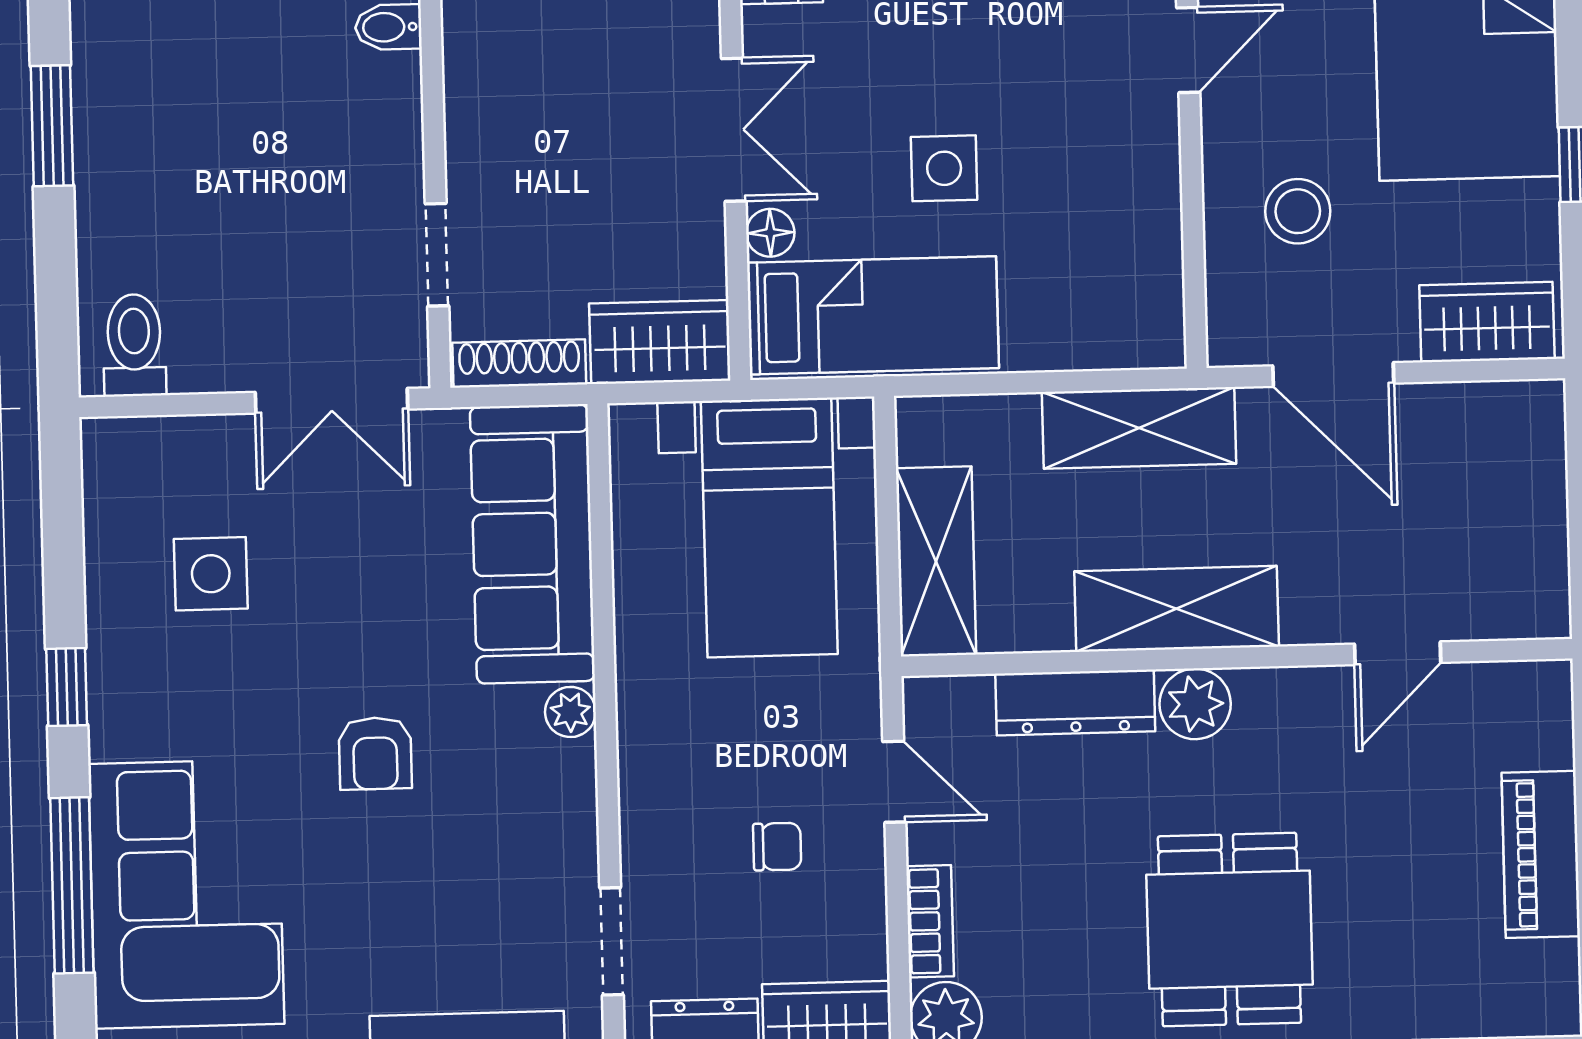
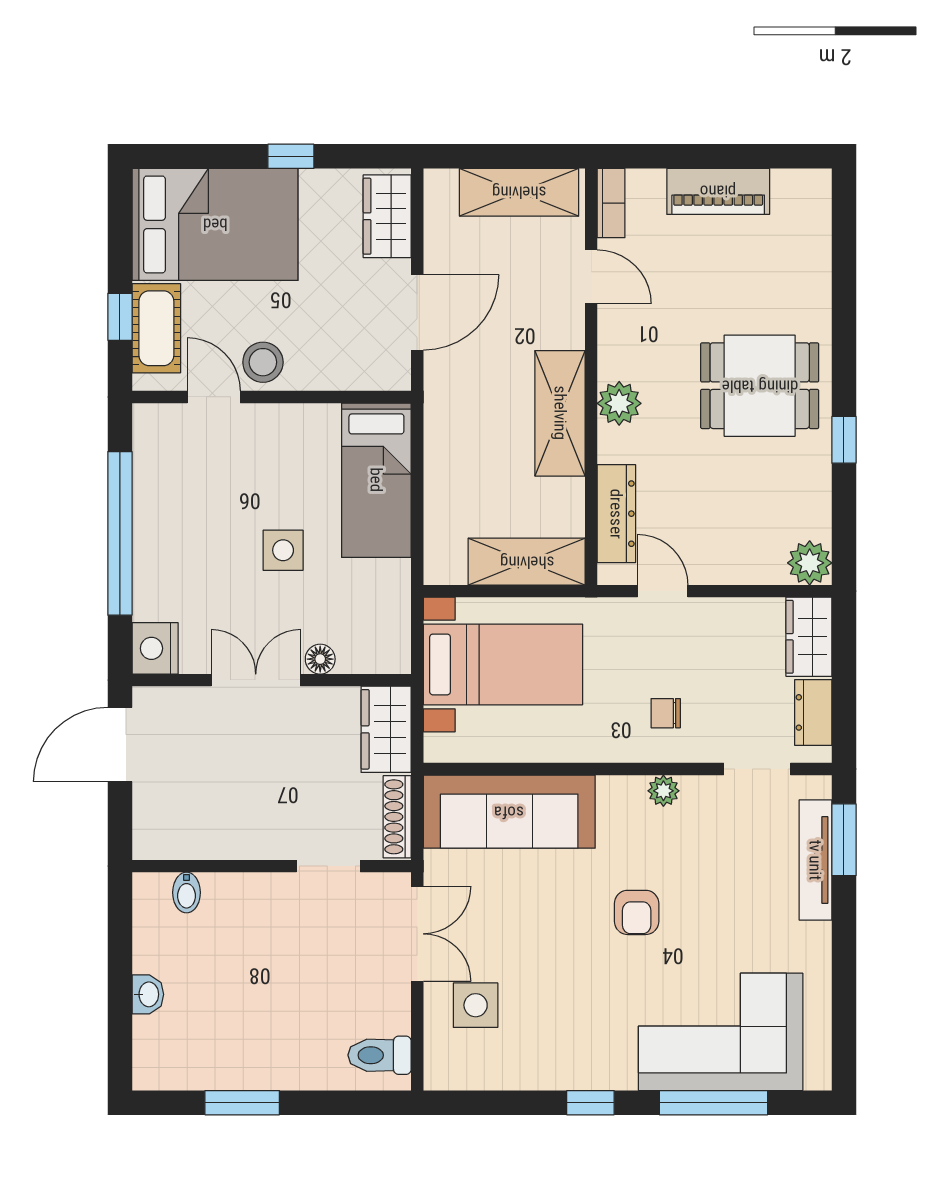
stool: (1298, 211) -> (263, 362), moved
bed: (873, 315) -> (376, 480), moved, turned 180
shelving: (1139, 428) -> (519, 192), moved, turned 90
side table: (211, 574) -> (476, 1005), moved
dresser: (1075, 703) -> (616, 514), moved
plant: (570, 712) -> (663, 791), moved
armchair: (375, 753) -> (637, 912), turned 90
door: (894, 782) -> (663, 591), hinge flipped
chair: (777, 847) -> (666, 713), moved, turned -90
bookcase: (930, 921) -> (611, 203), moved, turned 90

